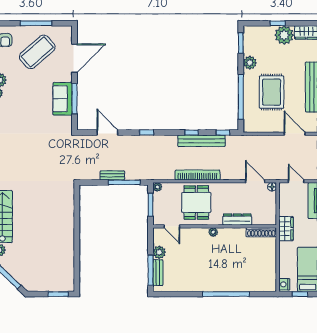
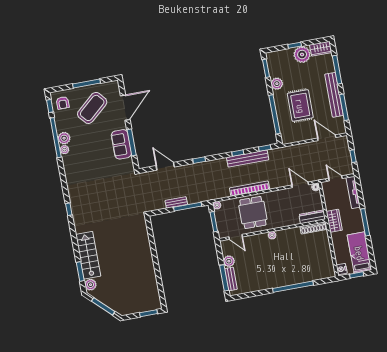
dresser: (237, 220) -> (312, 217), moved

